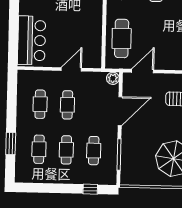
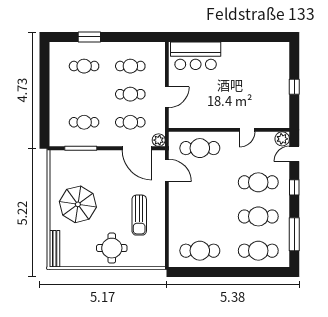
door: (71, 69) -> (167, 97), hinge flipped
door: (120, 111) -> (137, 148), moved
cafe table: (66, 150) -> (130, 122), moved
window: (90, 189) -> (44, 120), removed

